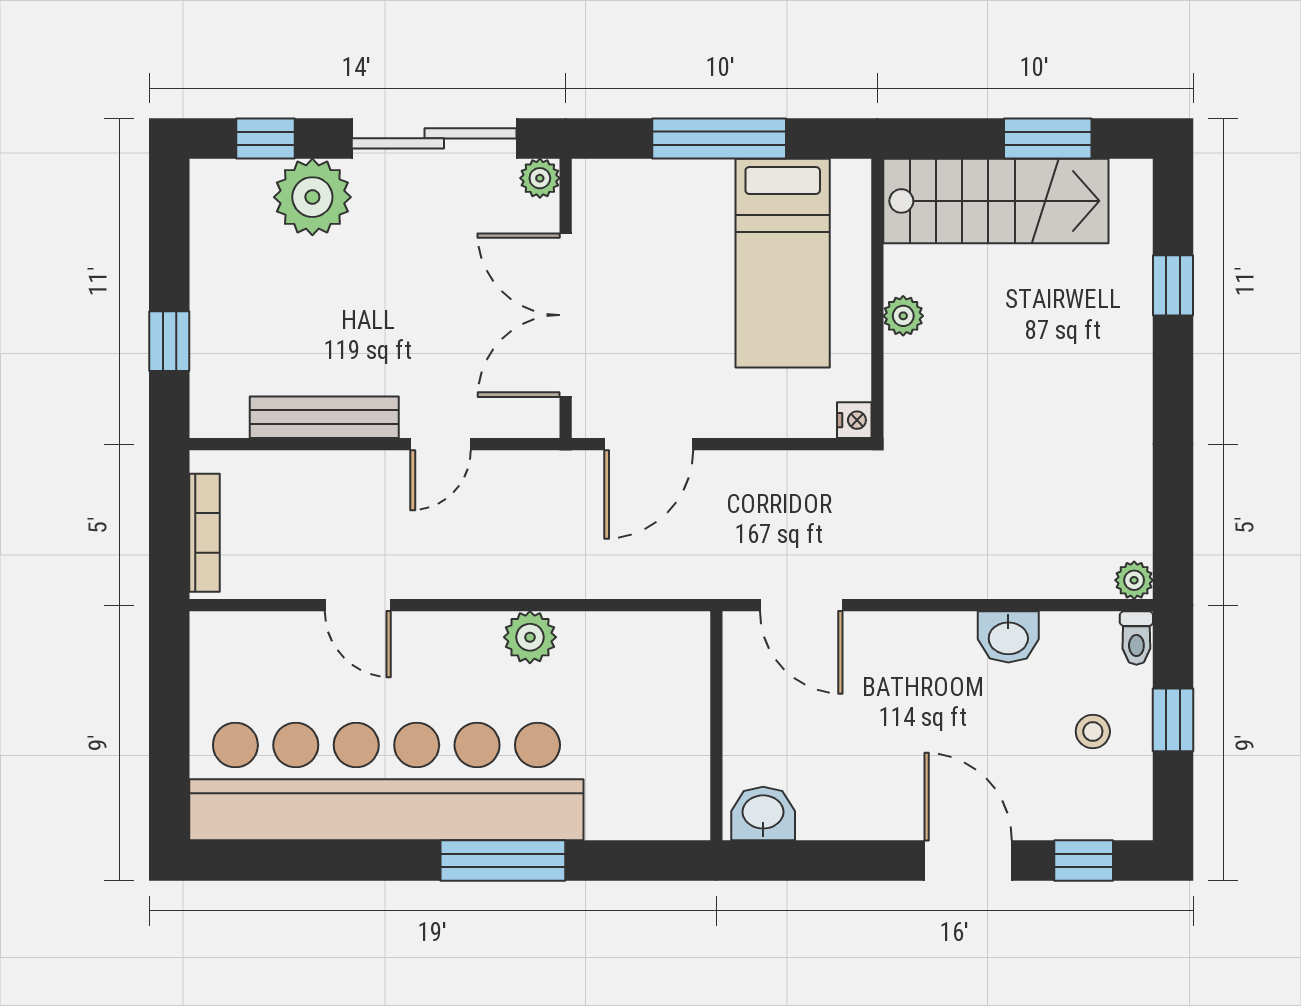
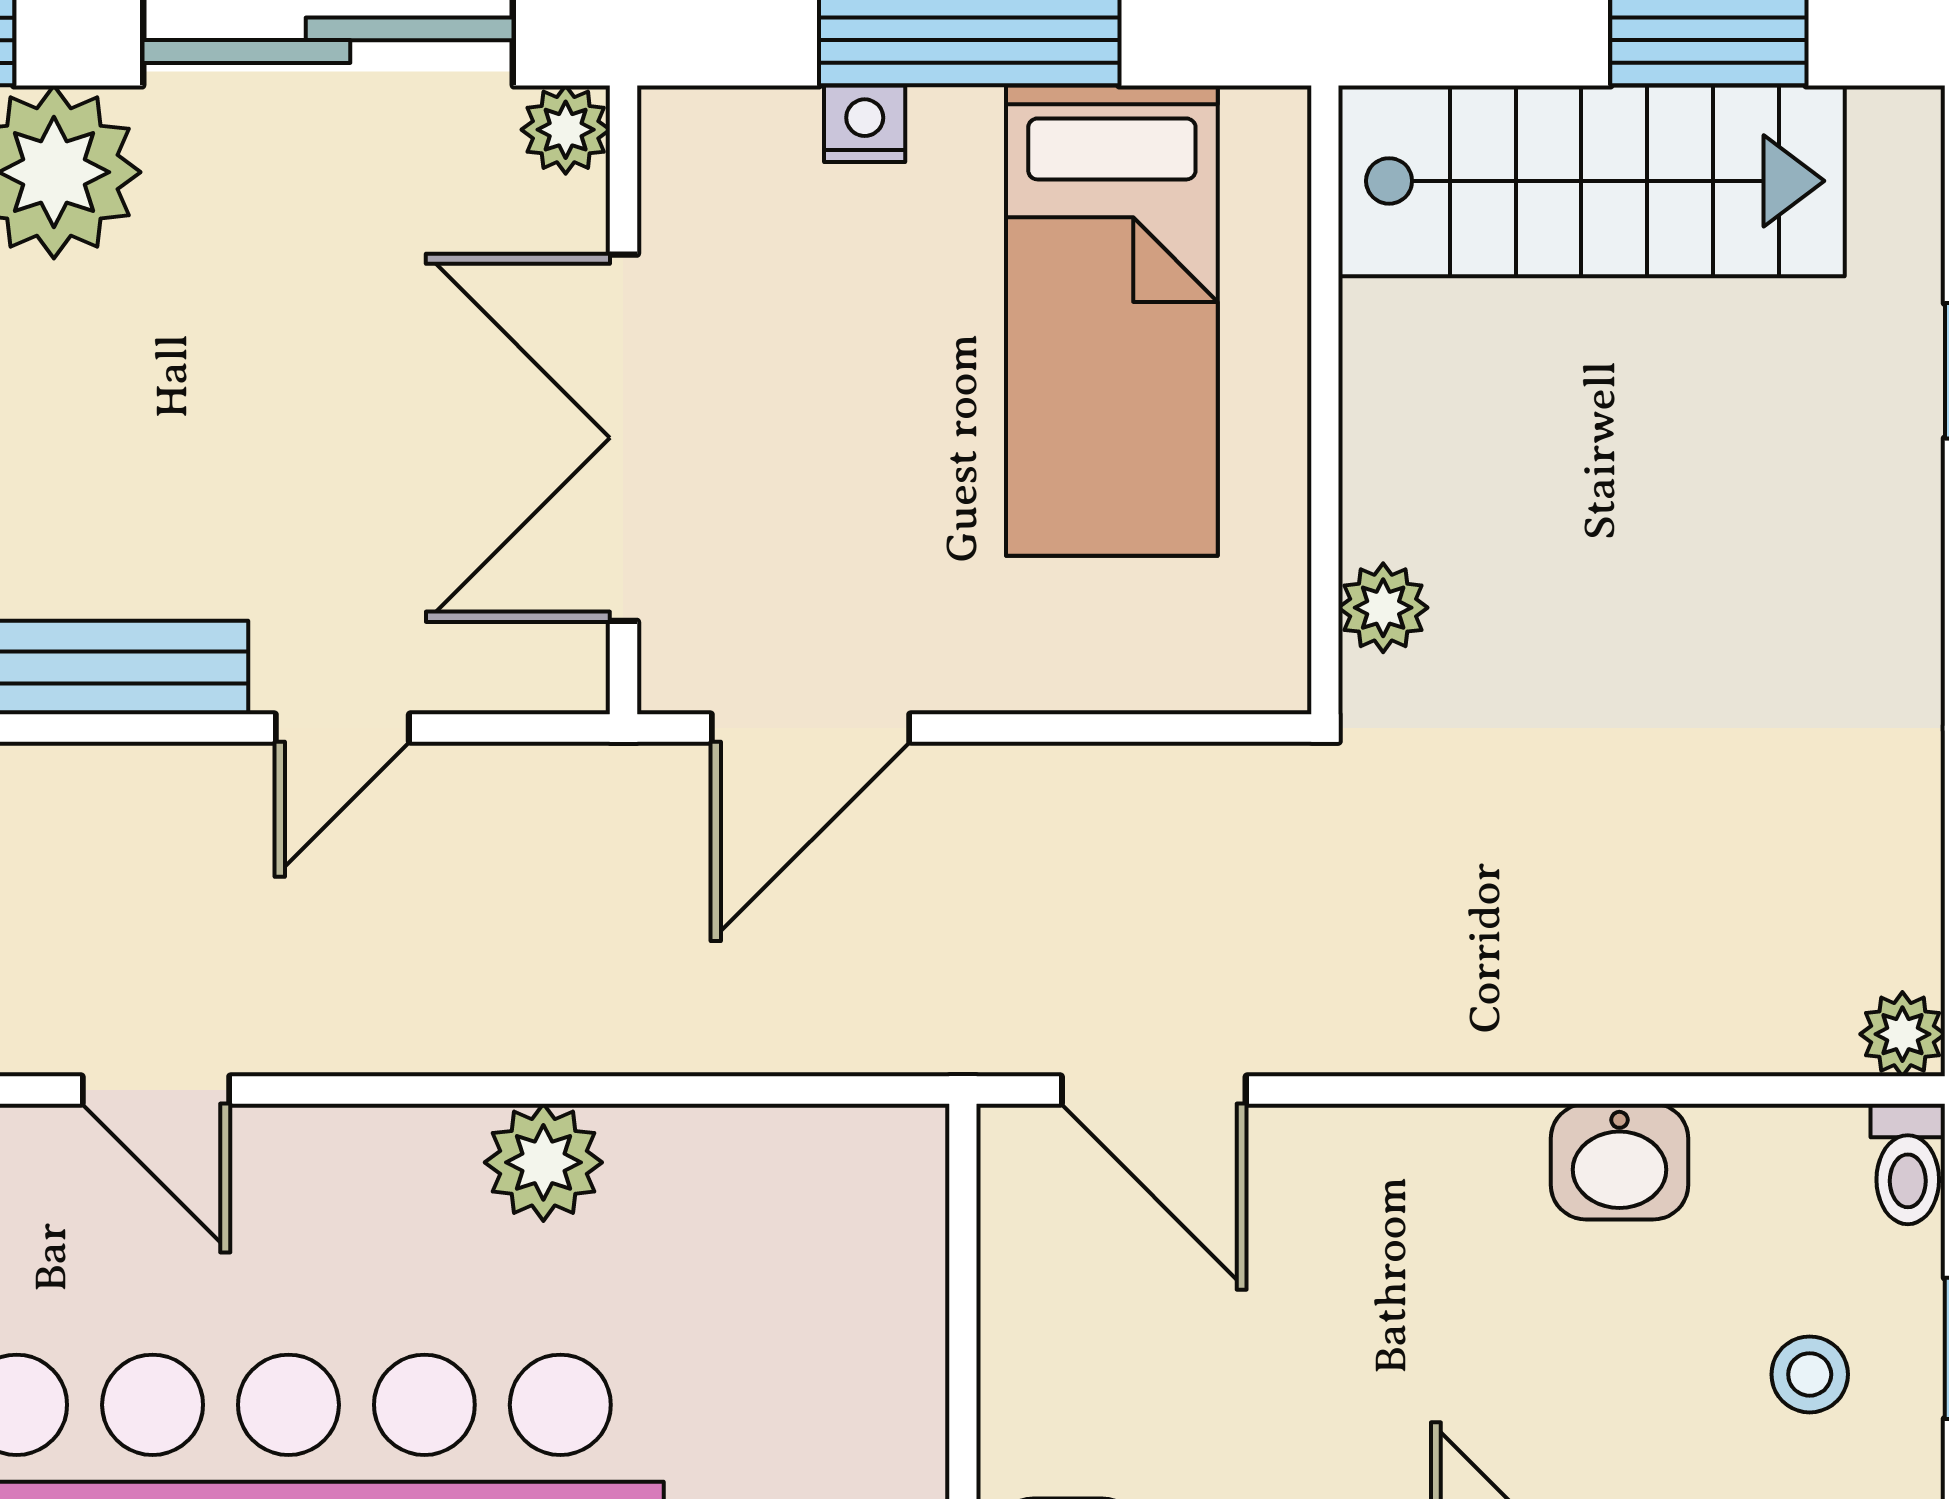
plant: (903, 316) -> (1383, 608), moved
nightstand: (854, 420) -> (865, 124), moved, turned -90

